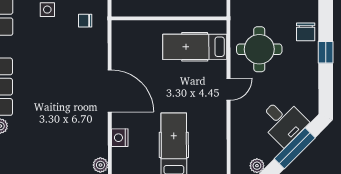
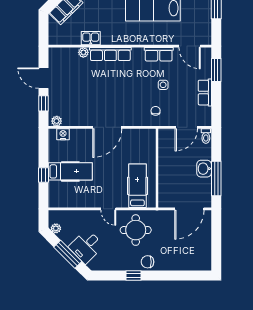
nightstand: (120, 138) -> (63, 134), moved

